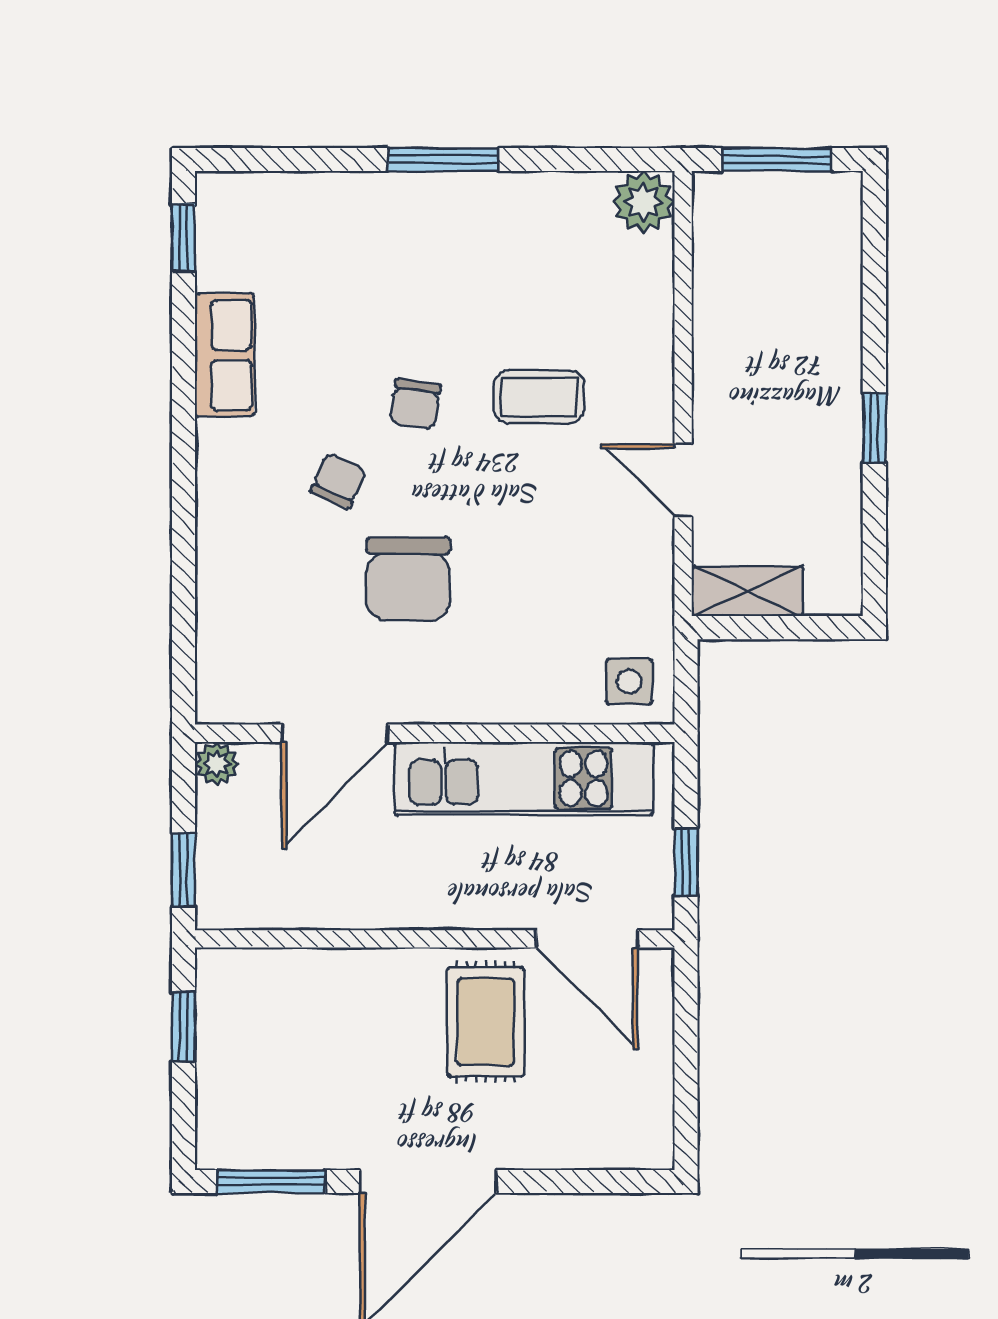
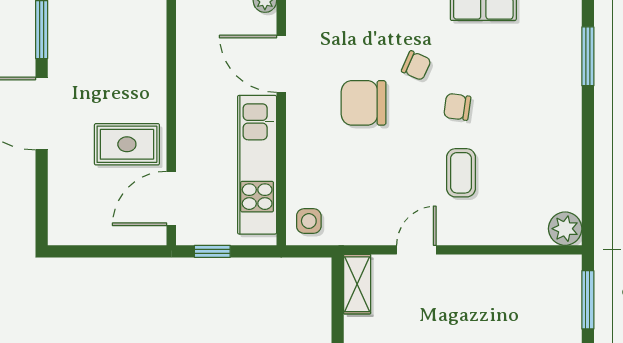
window: (443, 159) -> (588, 56), moved

